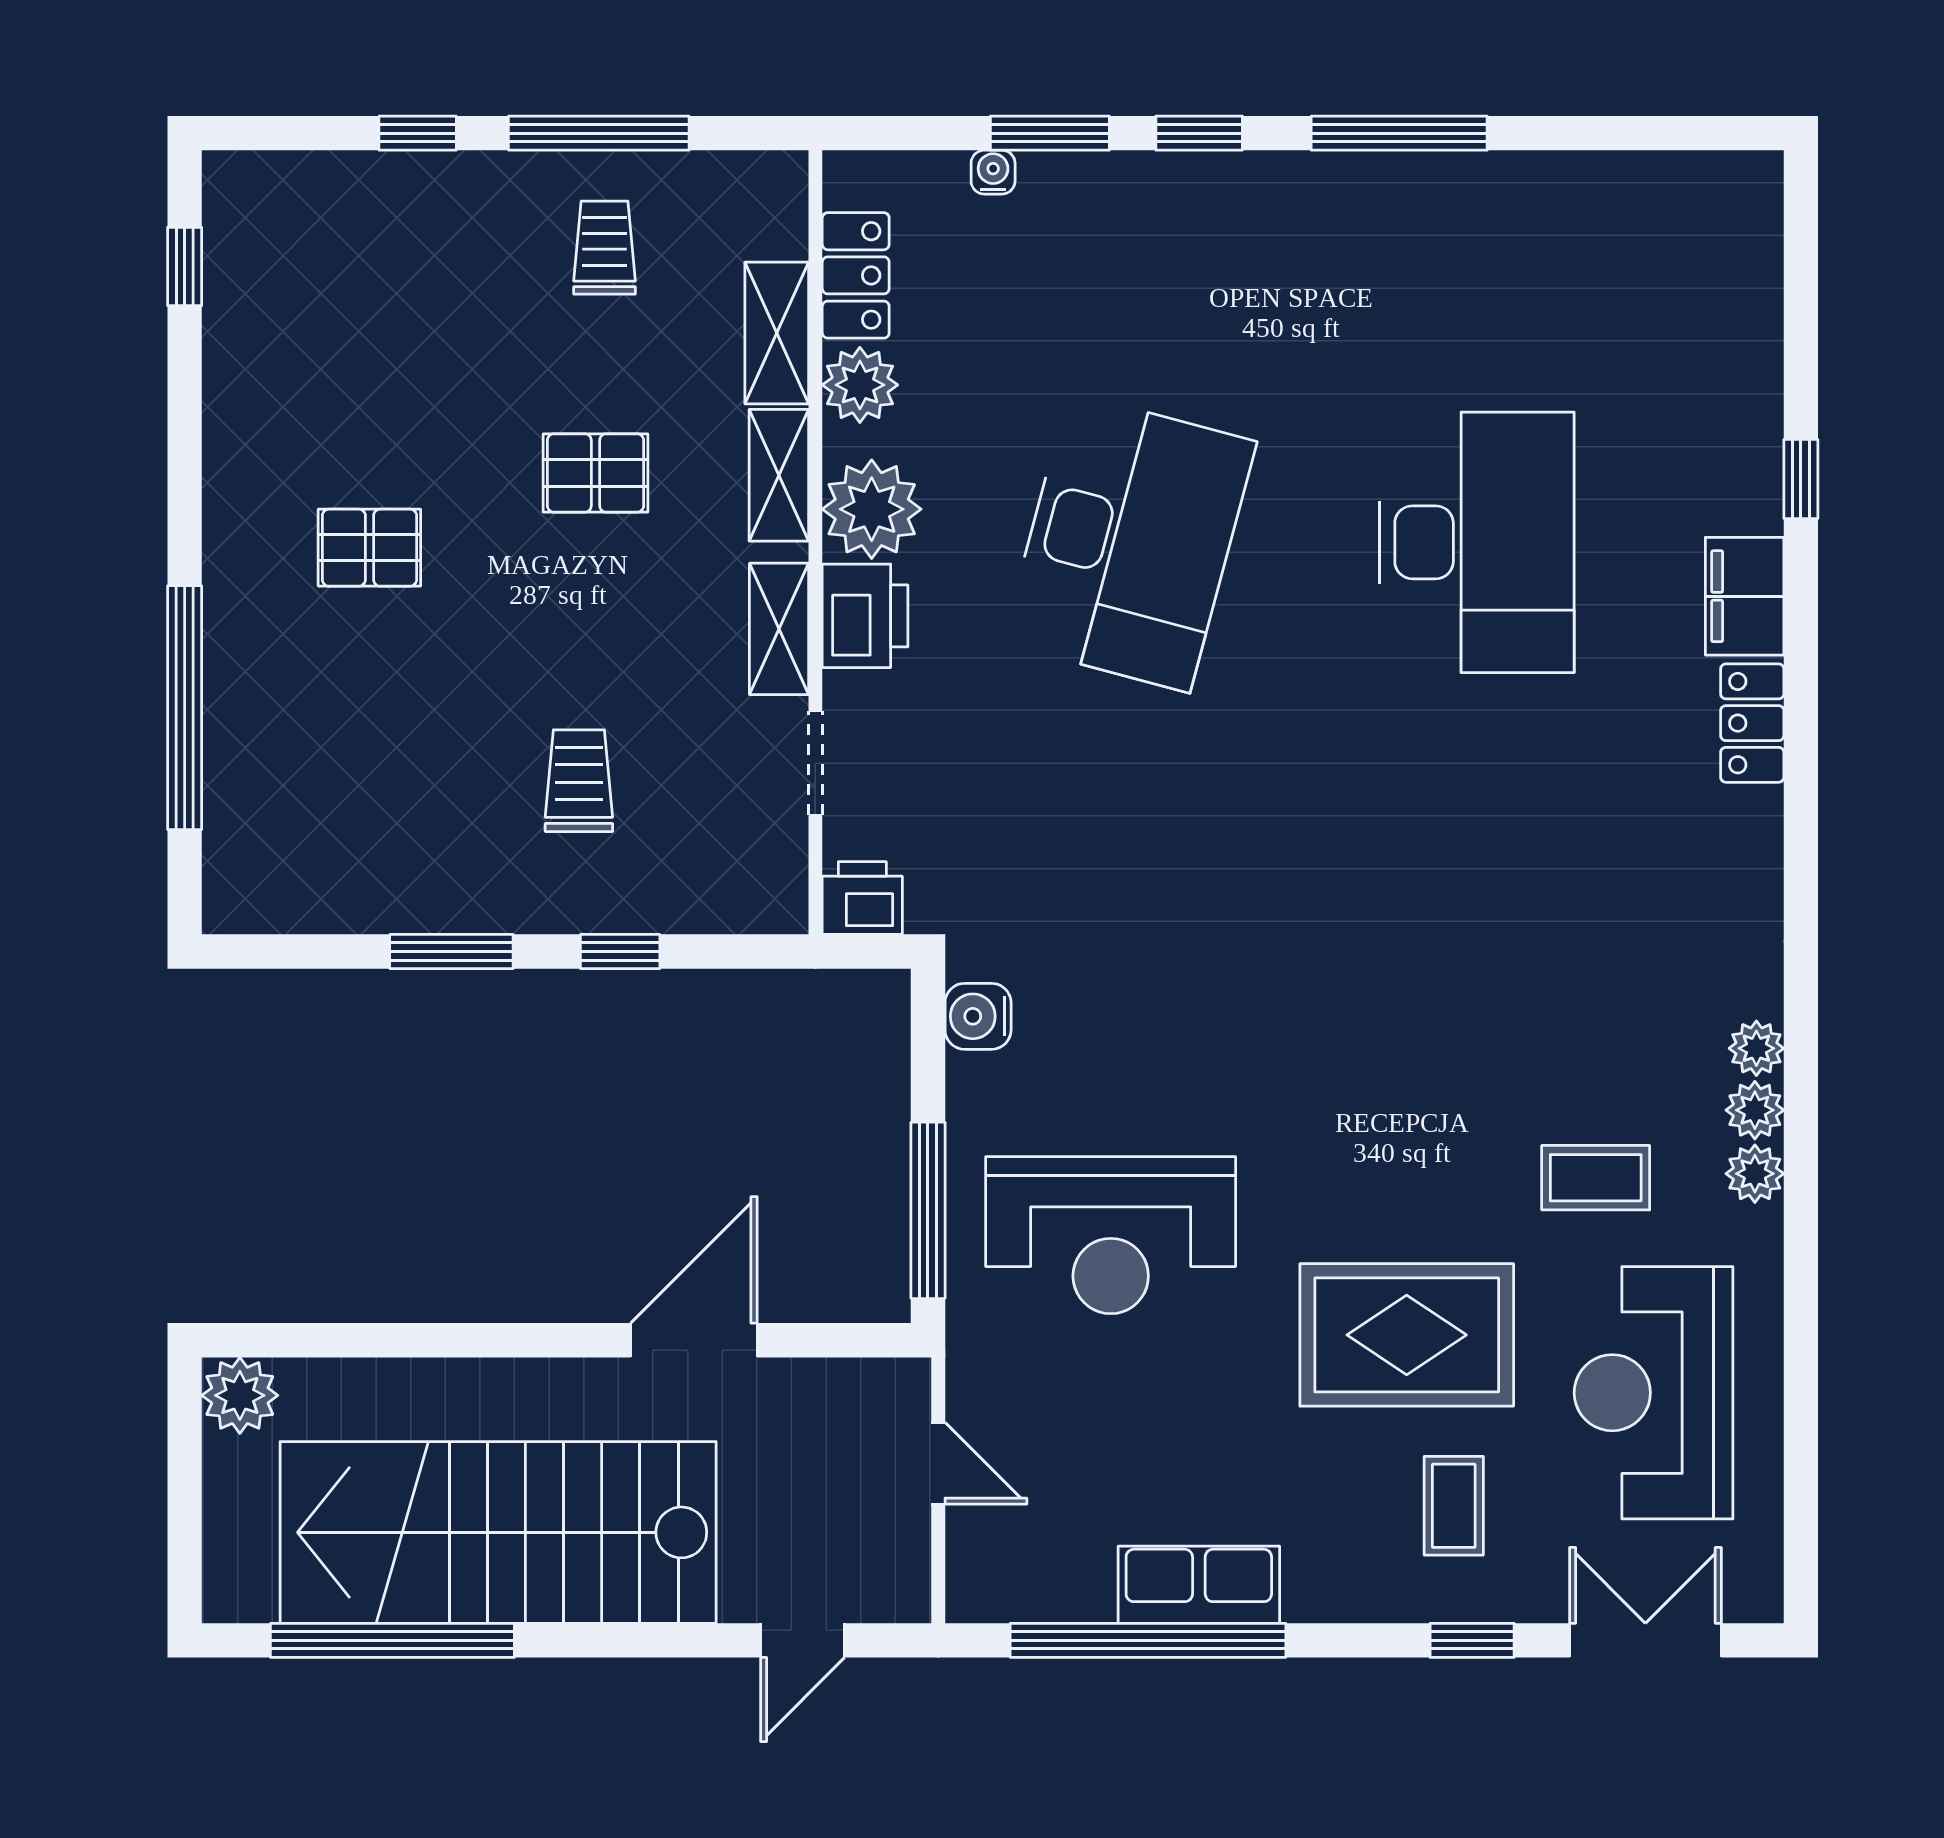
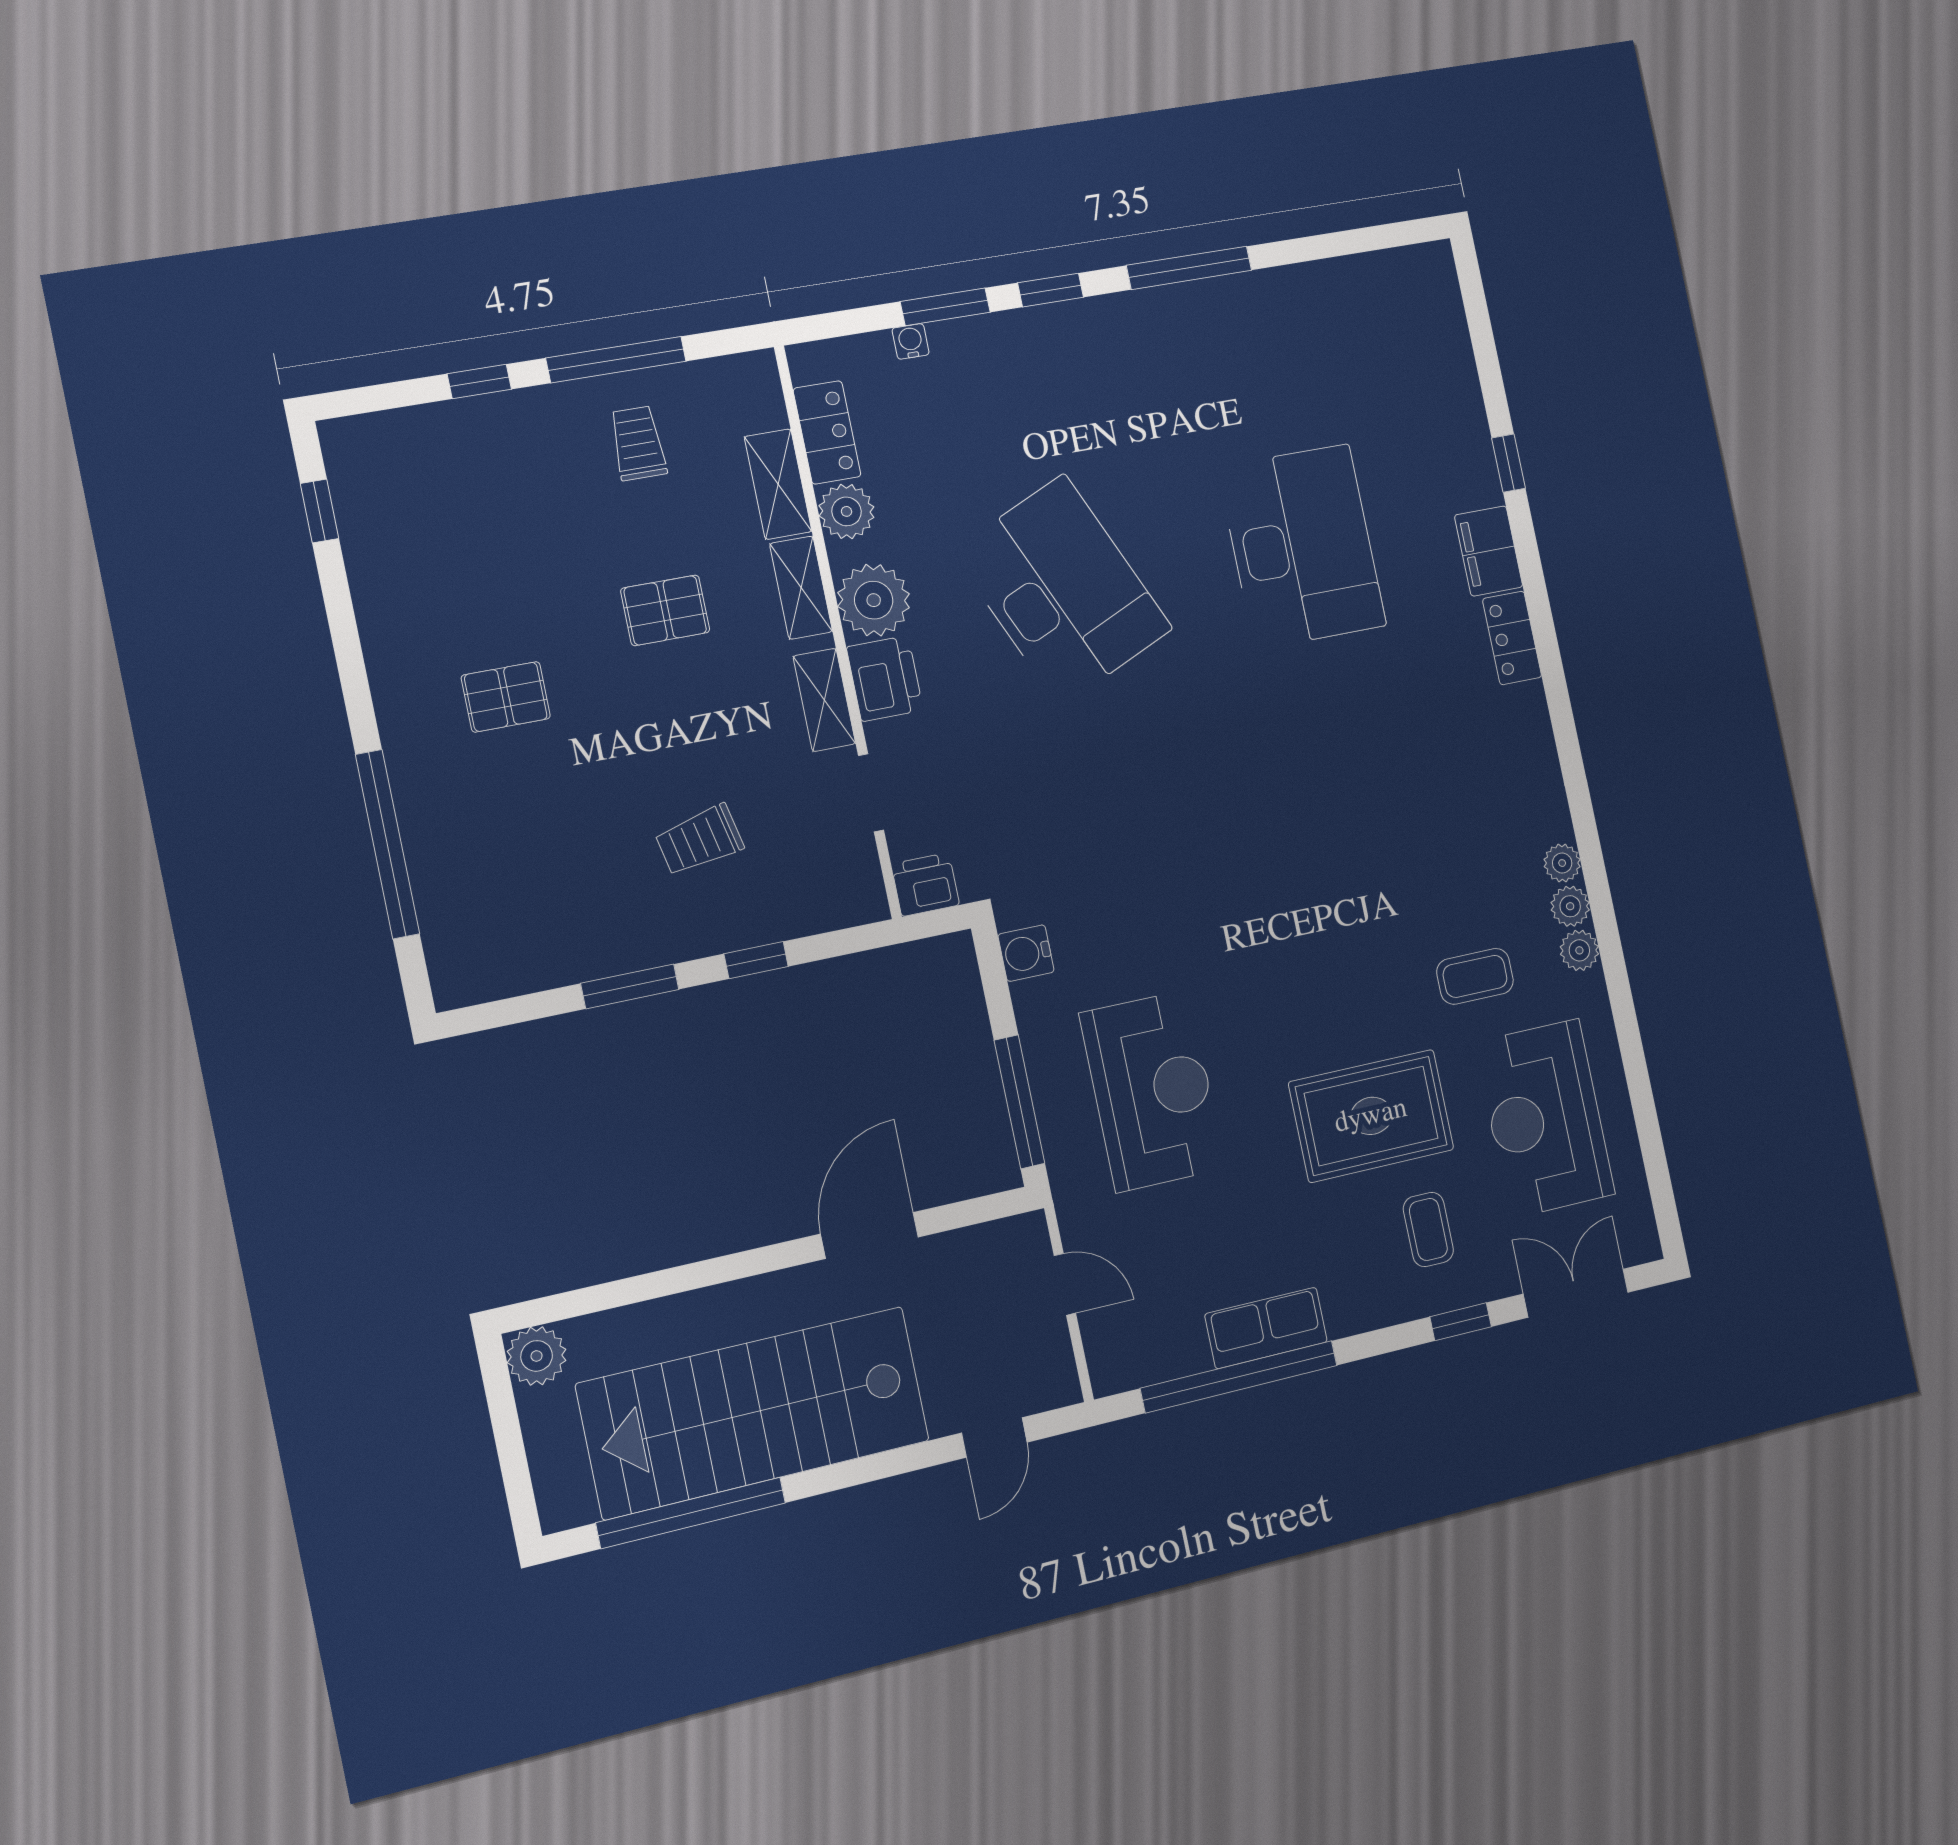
desk: (1129, 542) -> (1062, 591), turned -39
trolley: (579, 781) -> (700, 840), turned -102
reception desk: (1111, 1235) -> (1152, 1091), turned -90

